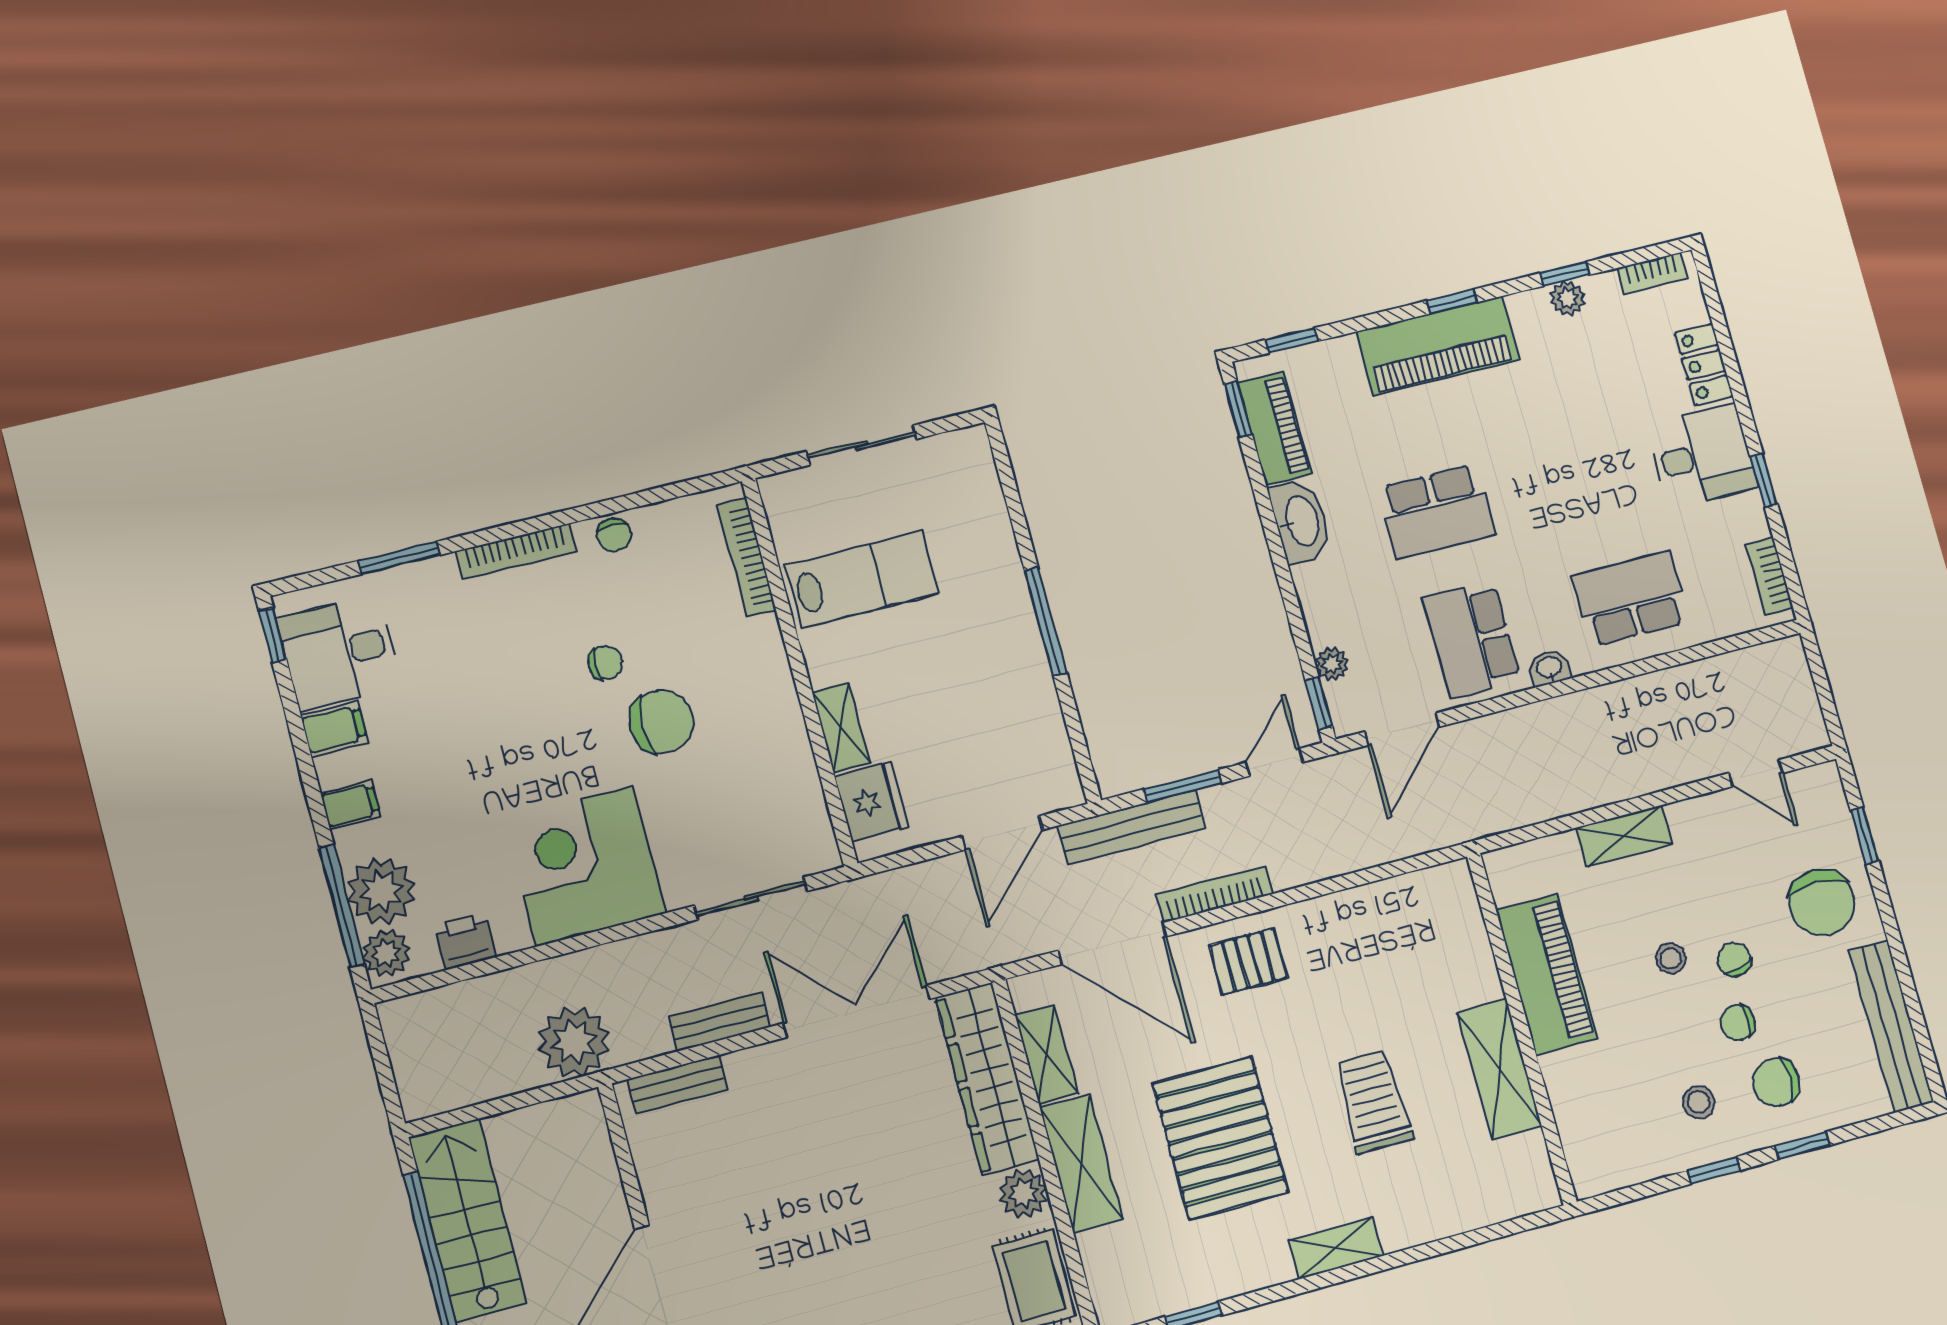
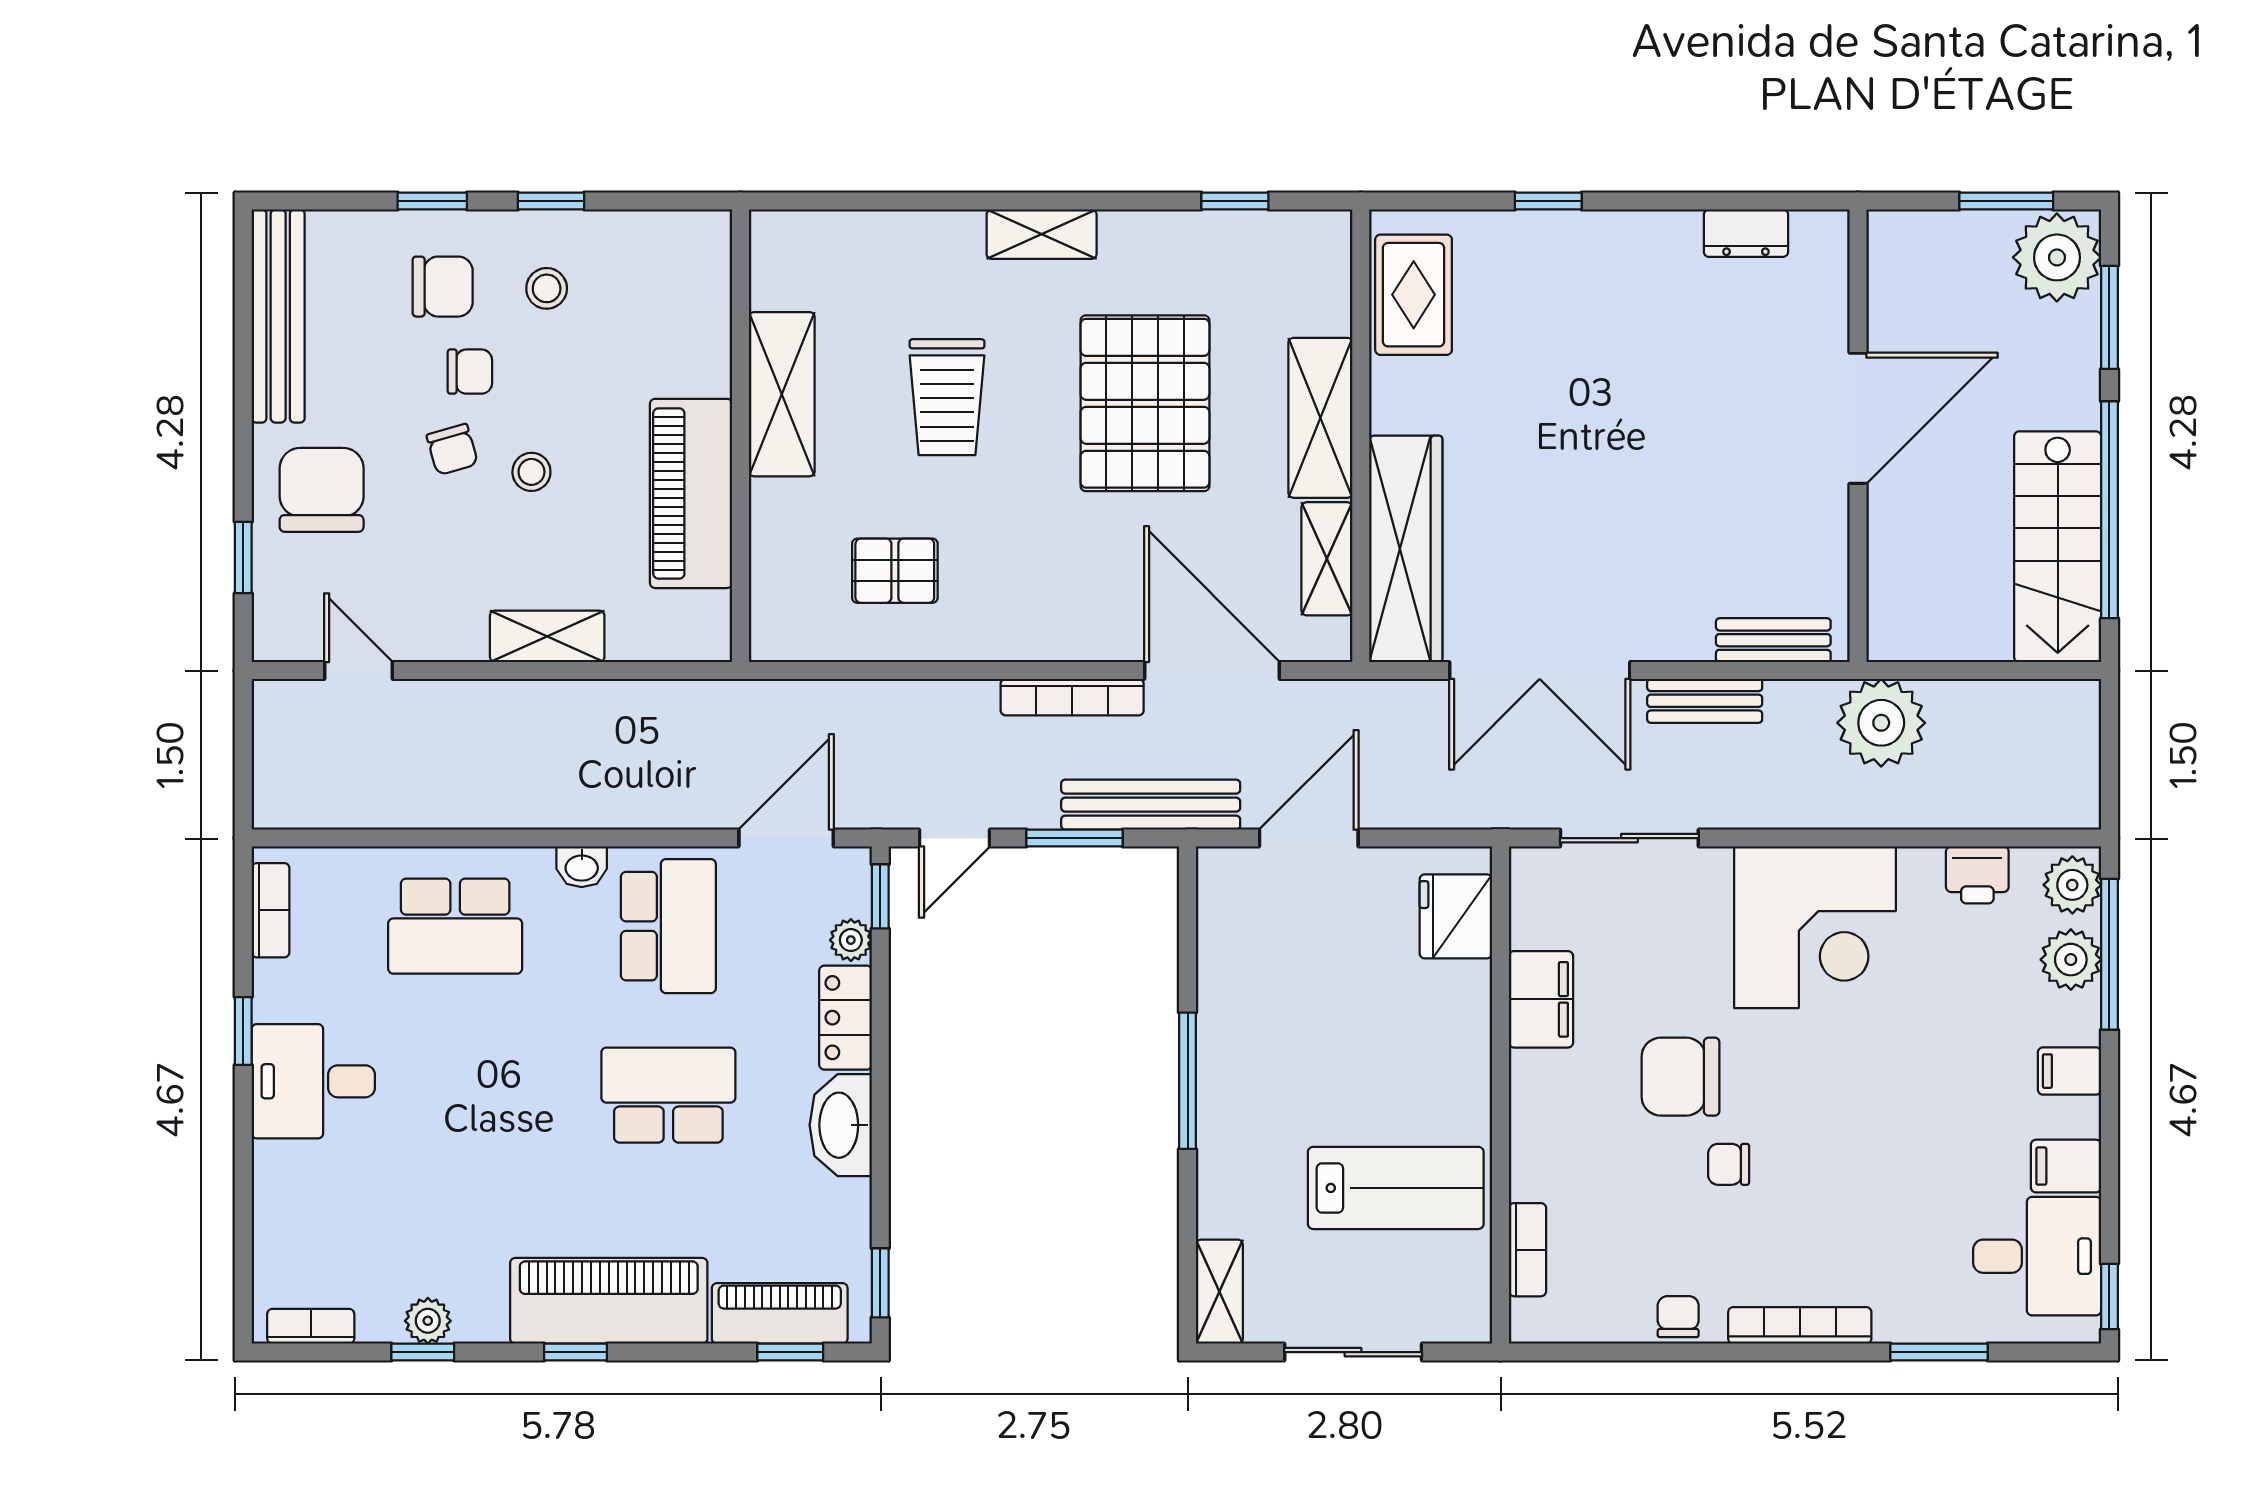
locker: (1704, 365) -> (846, 1018), moved, turned 180
piano: (1274, 428) -> (780, 1313), moved, turned 90
bookcase: (747, 557) -> (1527, 1250), width x0.64
lab bench: (862, 579) -> (1396, 1188), turned 180
shelving: (841, 728) -> (1219, 1292), moved
filing cabinet: (787, 754) -> (1541, 999), added
plant: (381, 891) -> (2071, 960), width x0.73, depth x0.73
pallet: (1248, 961) -> (895, 571), moved
plant: (1023, 1194) -> (1399, 401), removed

